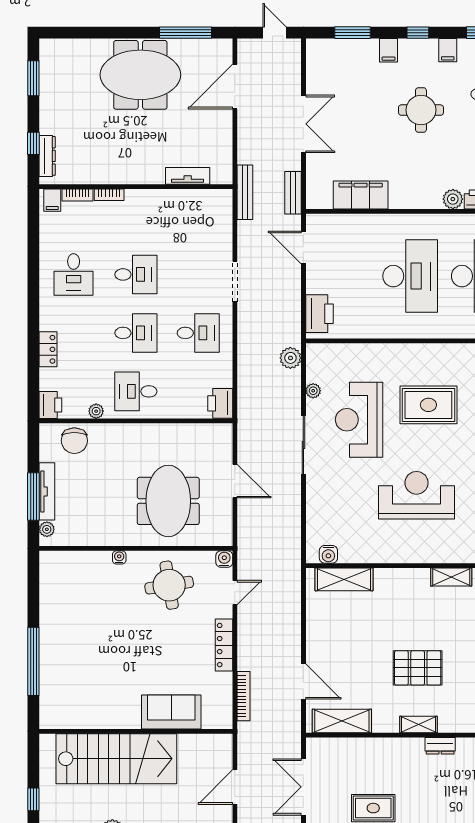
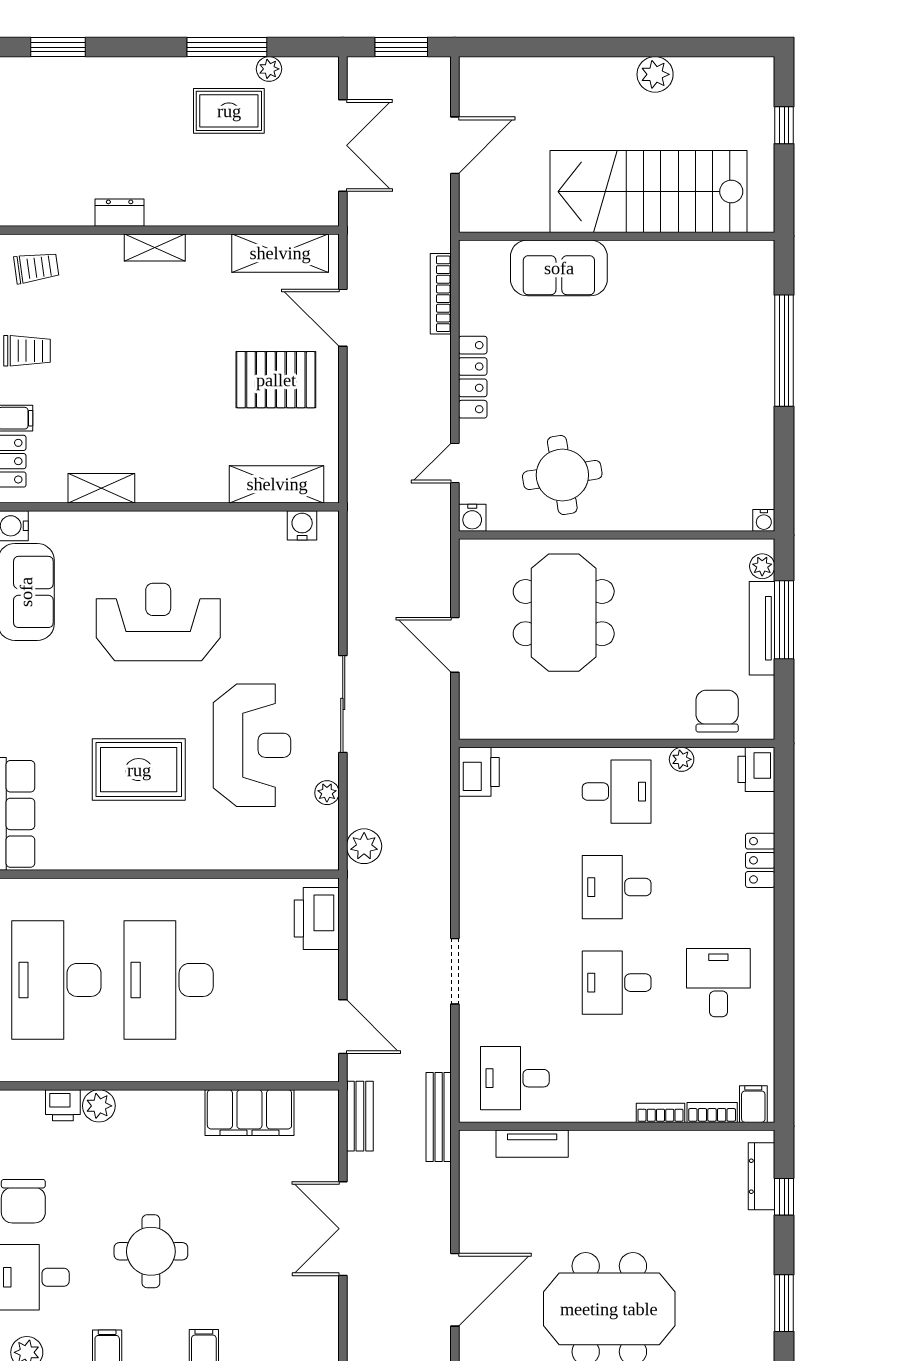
desk: (198, 333) -> (515, 1078), moved
reception desk: (417, 495) -> (158, 622), turned 180
water cooler: (119, 557) -> (764, 520), moved
pallet: (418, 668) -> (276, 380), moved

